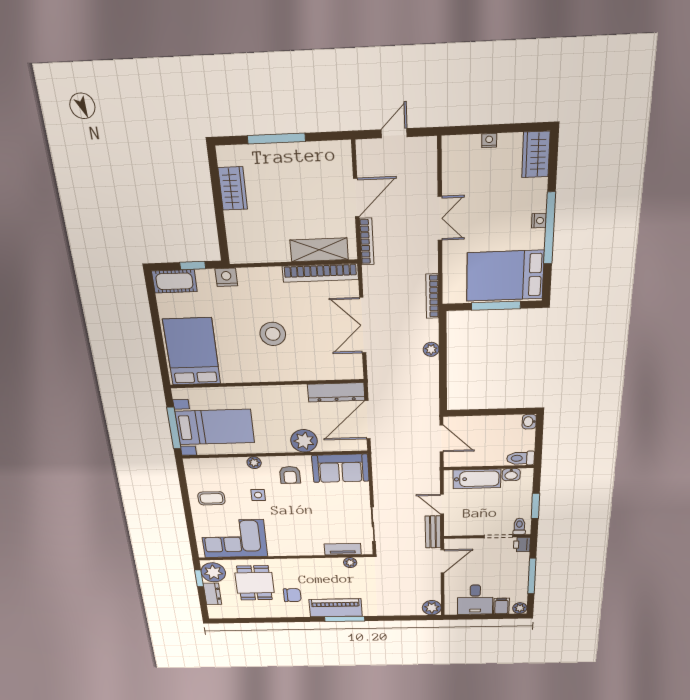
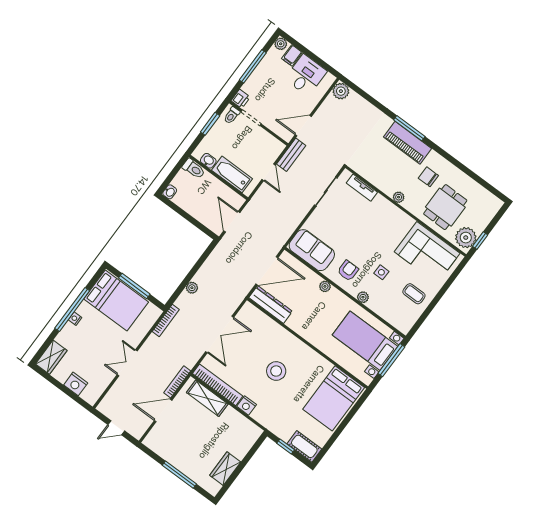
nightstand: (489, 140) -> (76, 384), width x1.89, depth x1.79
nightstand: (226, 277) -> (247, 405), moved
plant: (304, 441) -> (325, 286), width x0.53, depth x0.53
plant: (350, 563) -> (399, 197), moved
dresser: (212, 594) -> (483, 221), removed

